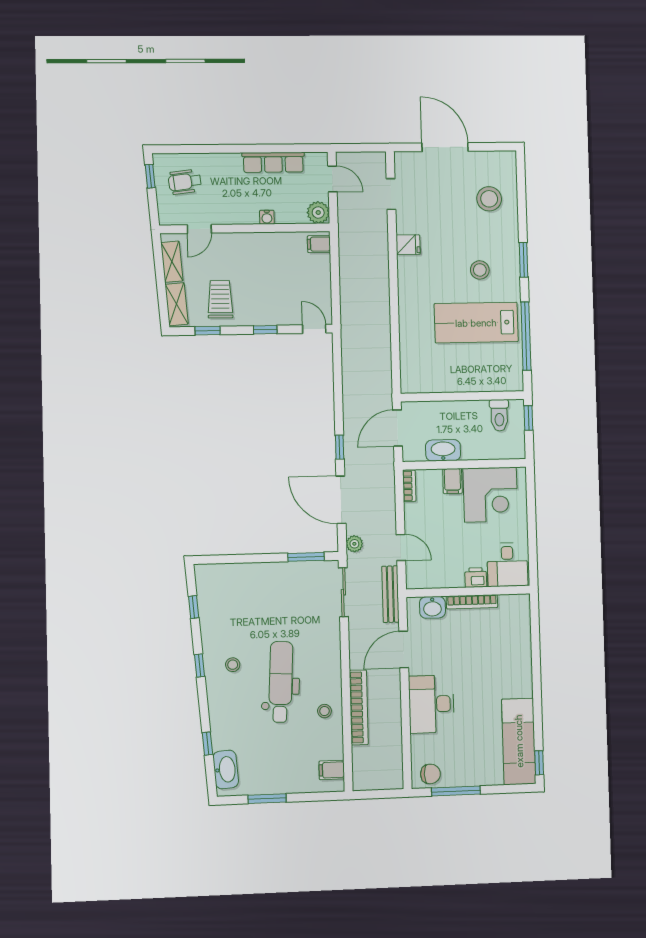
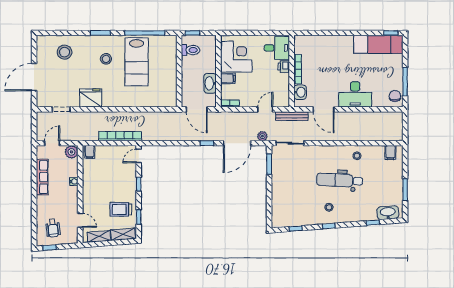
fridge: (408, 245) -> (91, 98), width x1.88, depth x1.34
bookcase: (359, 707) -> (120, 136), moved

